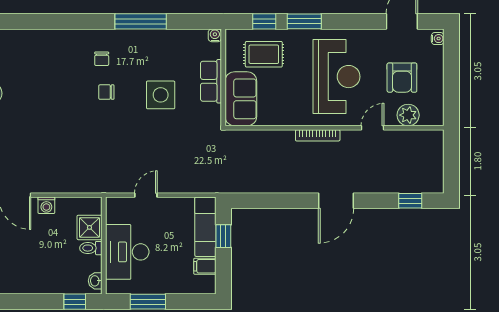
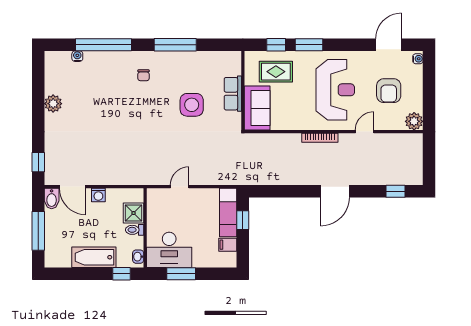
window: (53, 21) -> (104, 45), added
water cooler: (215, 35) -> (77, 56), moved
chair: (106, 92) -> (147, 103), removed
plant: (408, 115) -> (414, 121), moved
desk: (127, 252) -> (169, 250), moved, turned -90
bathtub: (41, 282) -> (94, 257), added

